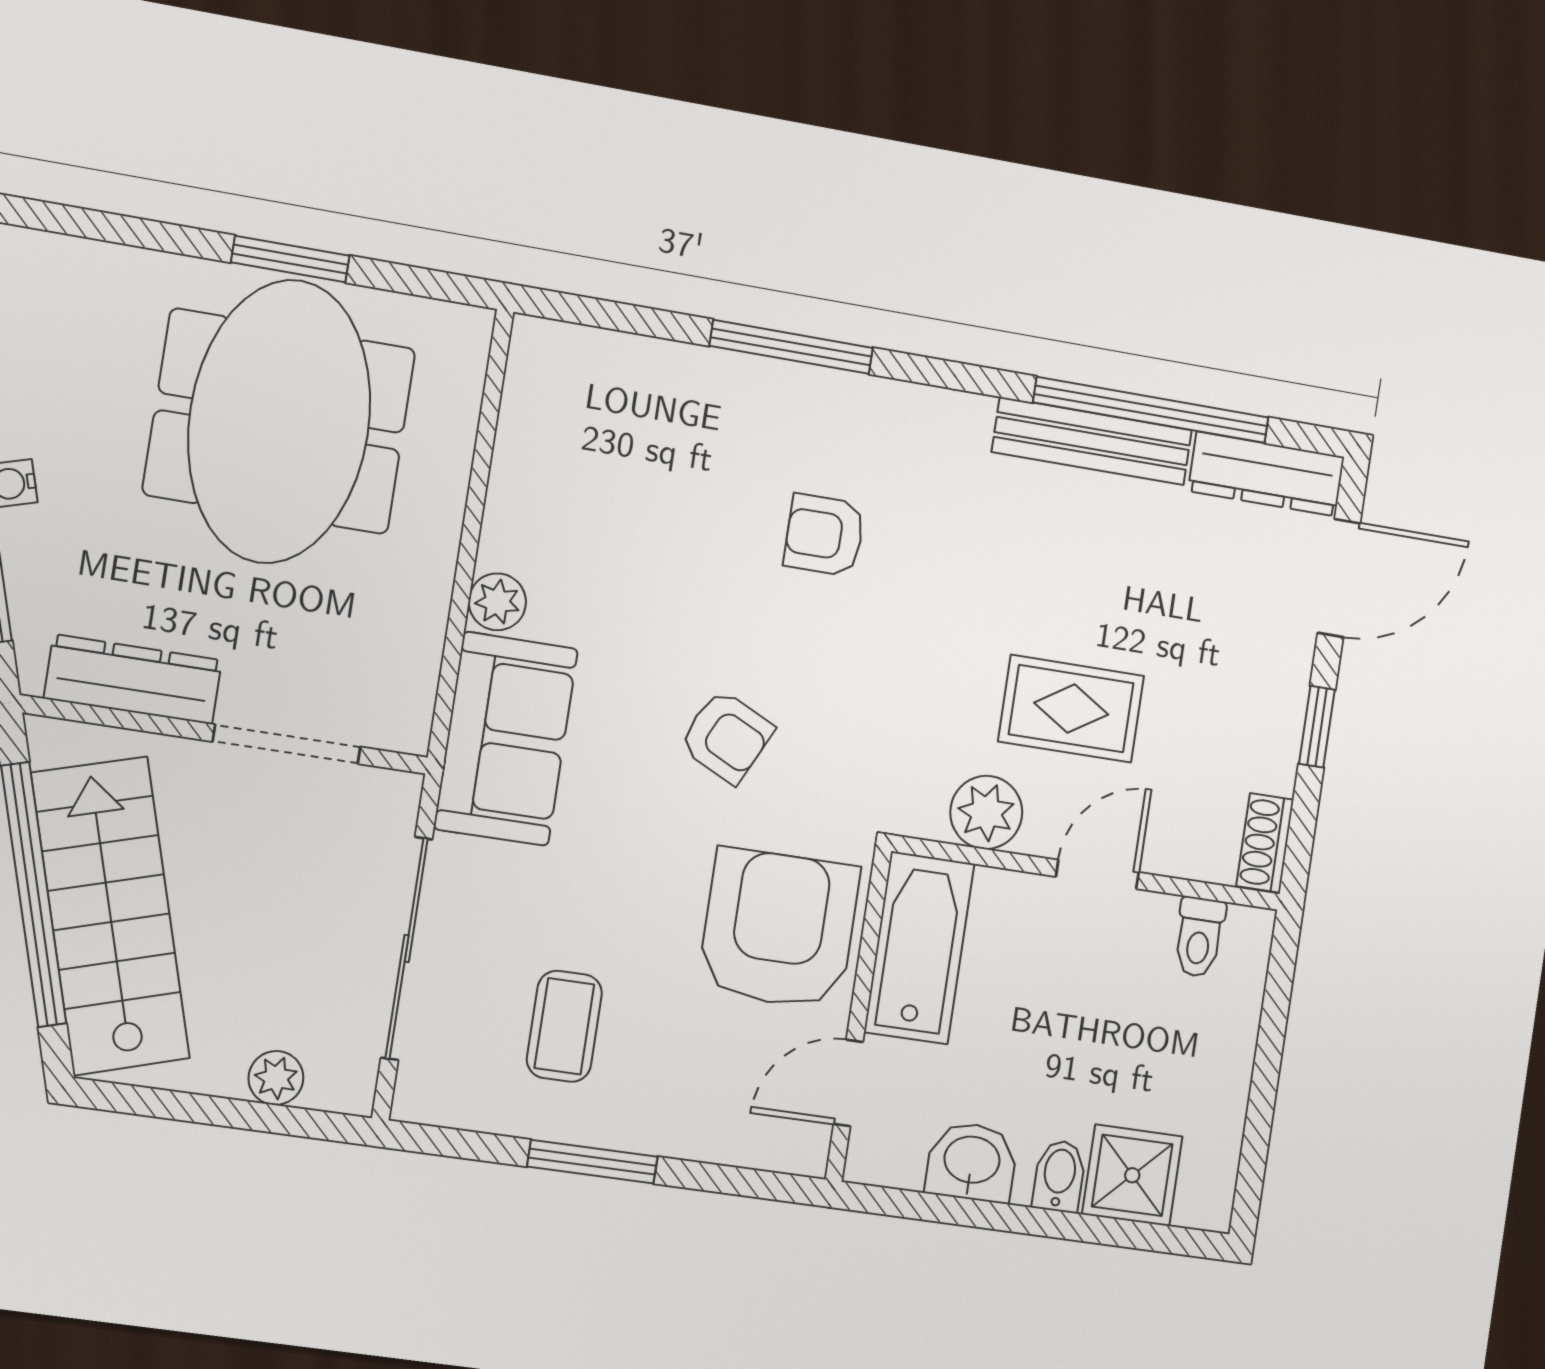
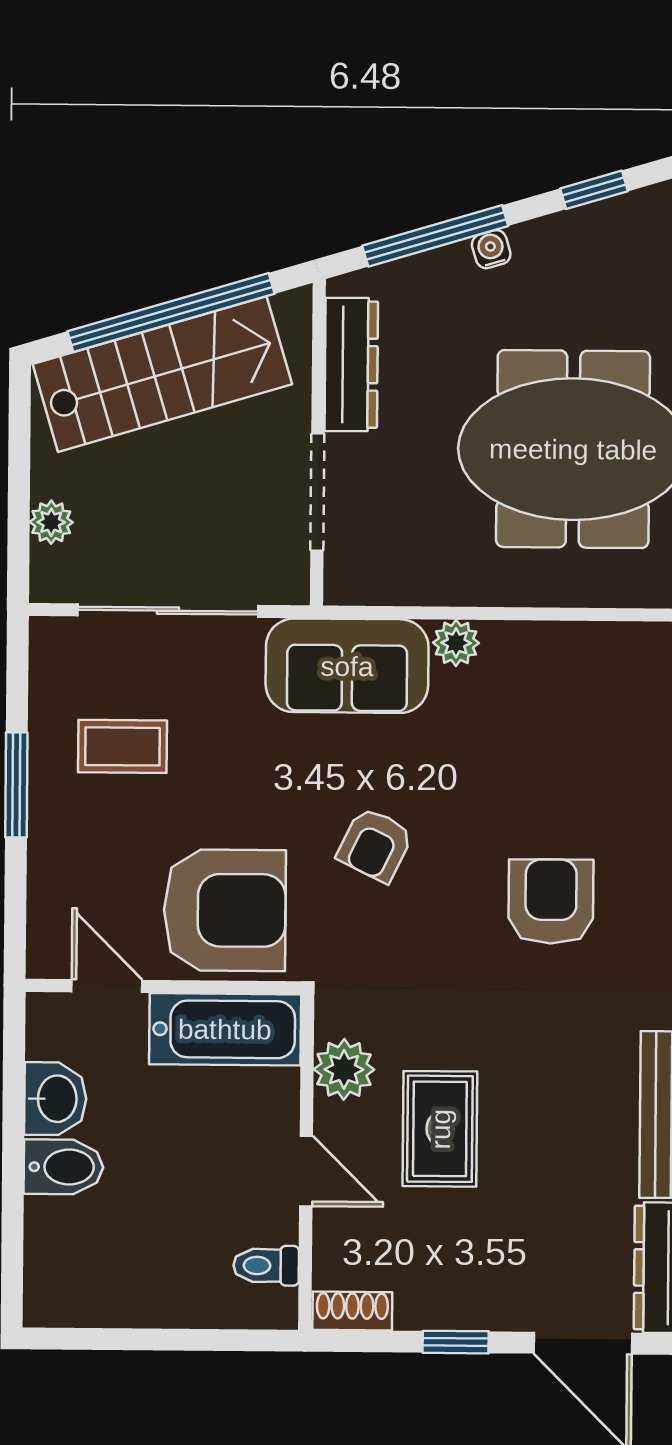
armchair: (824, 535) -> (551, 901), width x1.38, depth x1.38
shower: (1132, 1175) -> (61, 1237), removed
bidet: (1059, 1176) -> (64, 1167), width x1.38, depth x1.36

